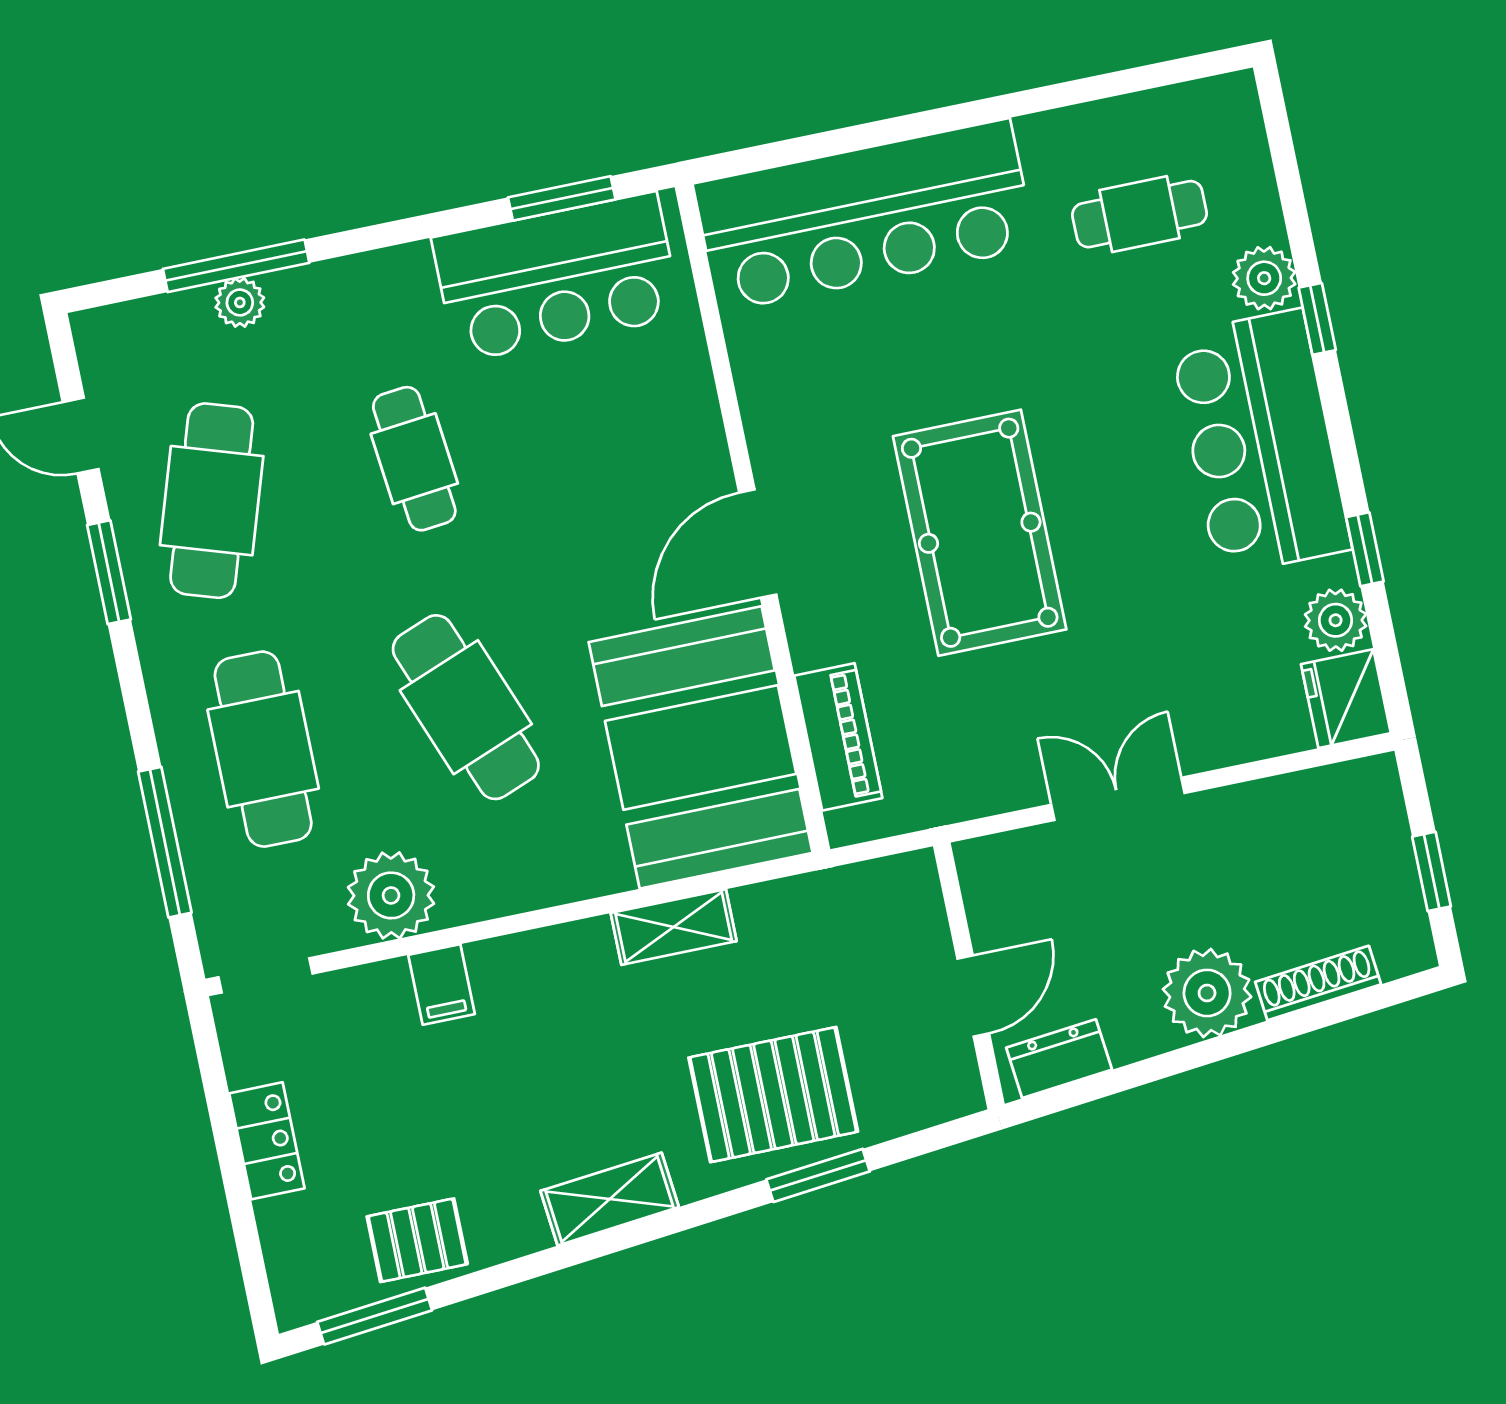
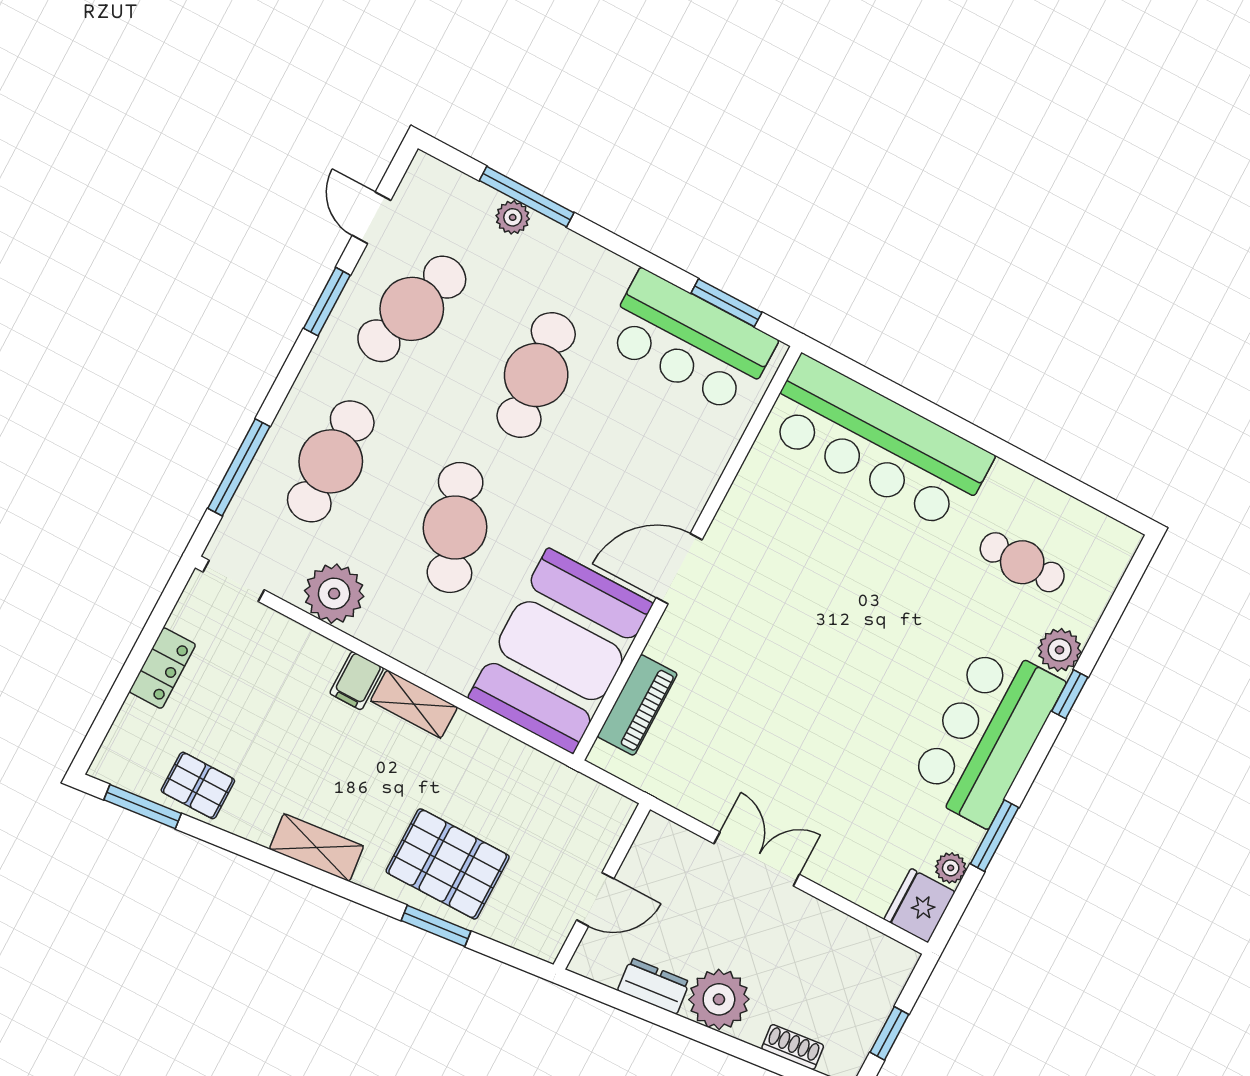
cafe table: (414, 459) -> (536, 375), width x1.37, depth x1.35
pool table: (980, 533) -> (800, 660), removed
window: (1365, 549) -> (994, 836), width x1.50
plant: (1336, 620) -> (951, 868), width x0.73, depth x0.73
shelving: (674, 927) -> (414, 704), moved
shoe rack: (1318, 983) -> (793, 1047), width x0.70
filing cabinet: (441, 984) -> (357, 681), moved
dresser: (1059, 1059) -> (654, 986), moved

